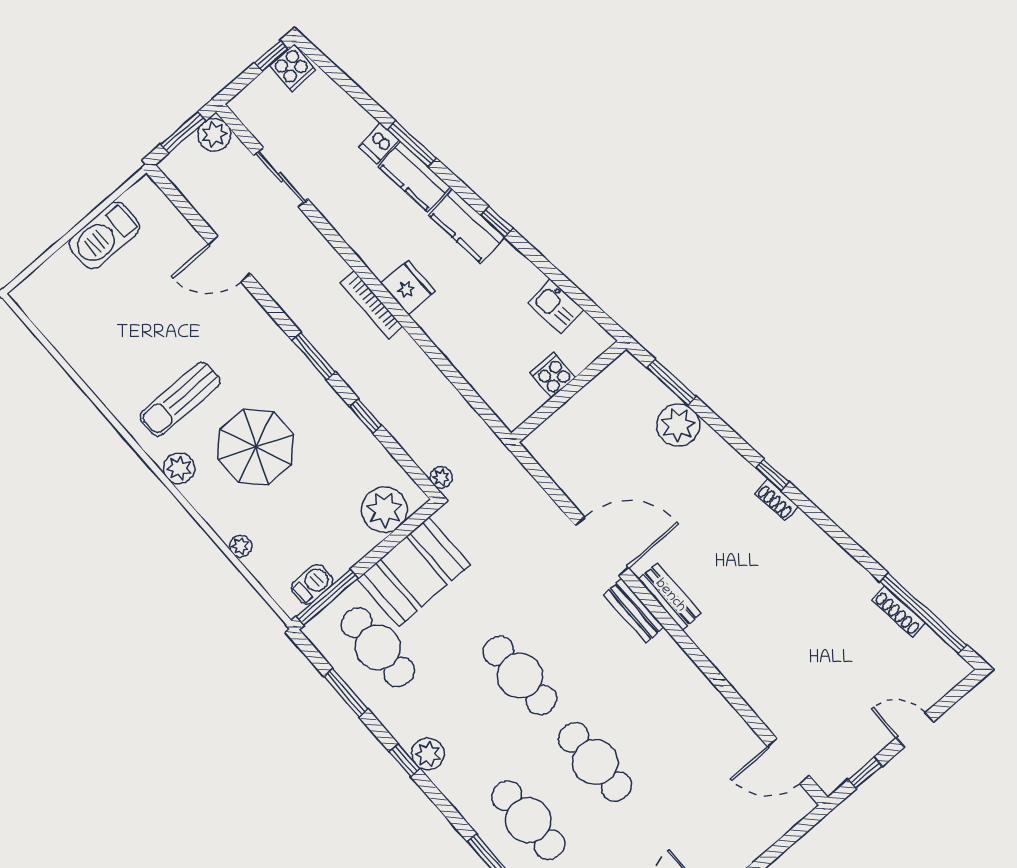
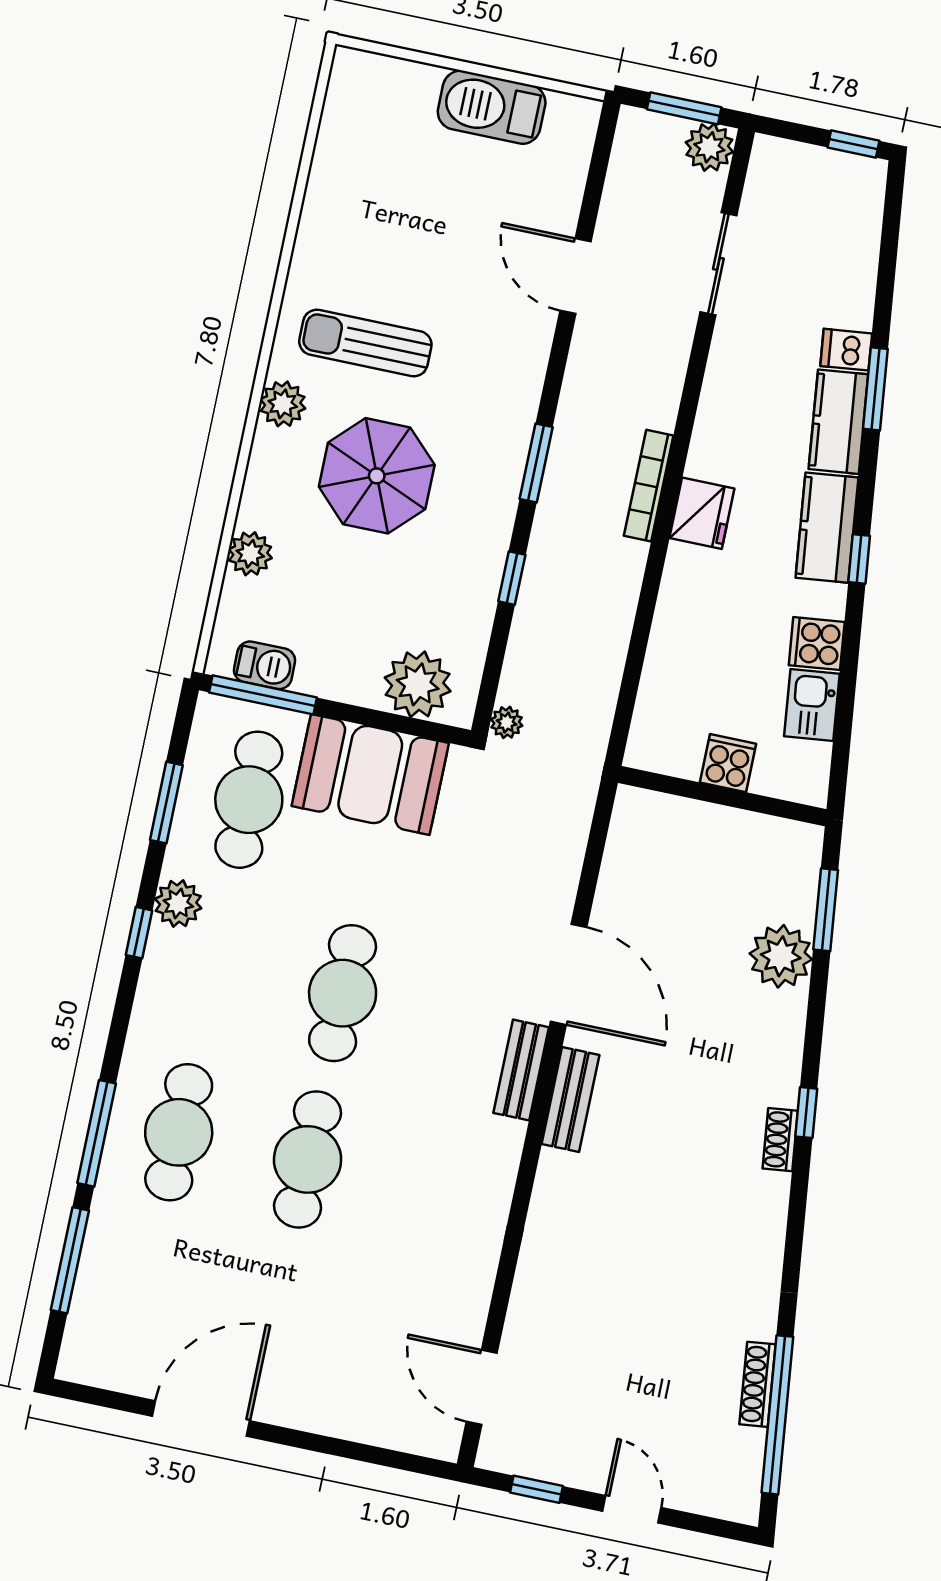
cooker: (293, 68) -> (817, 644), moved, turned 84
plant: (241, 546) -> (250, 554), width x1.38, depth x1.38
plant: (428, 754) -> (178, 903), moved

